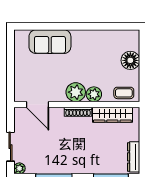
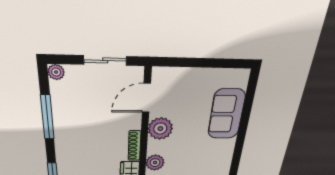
plant: (76, 92) -> (160, 129), moved
sliding door: (10, 147) -> (105, 60), moved

